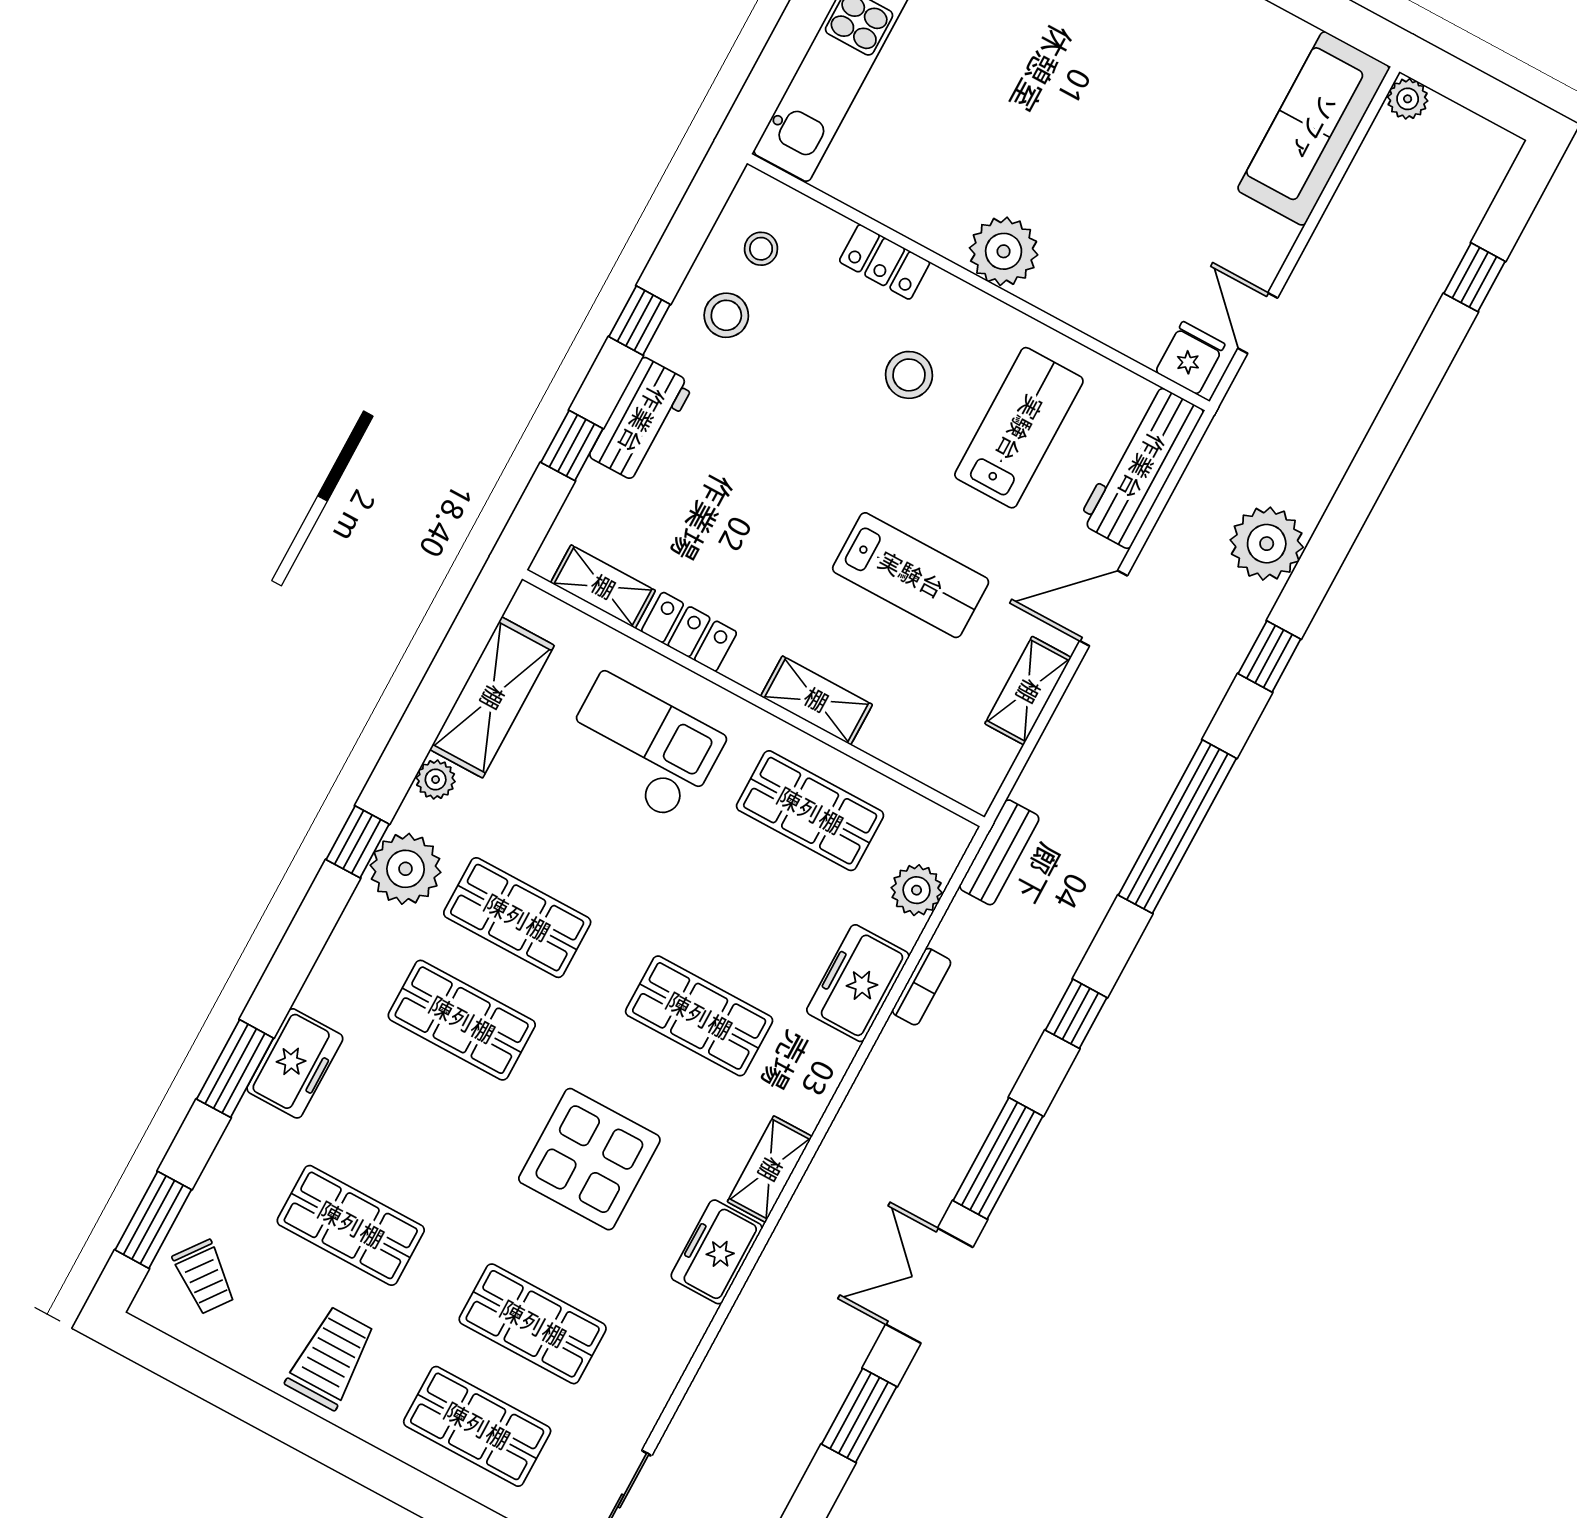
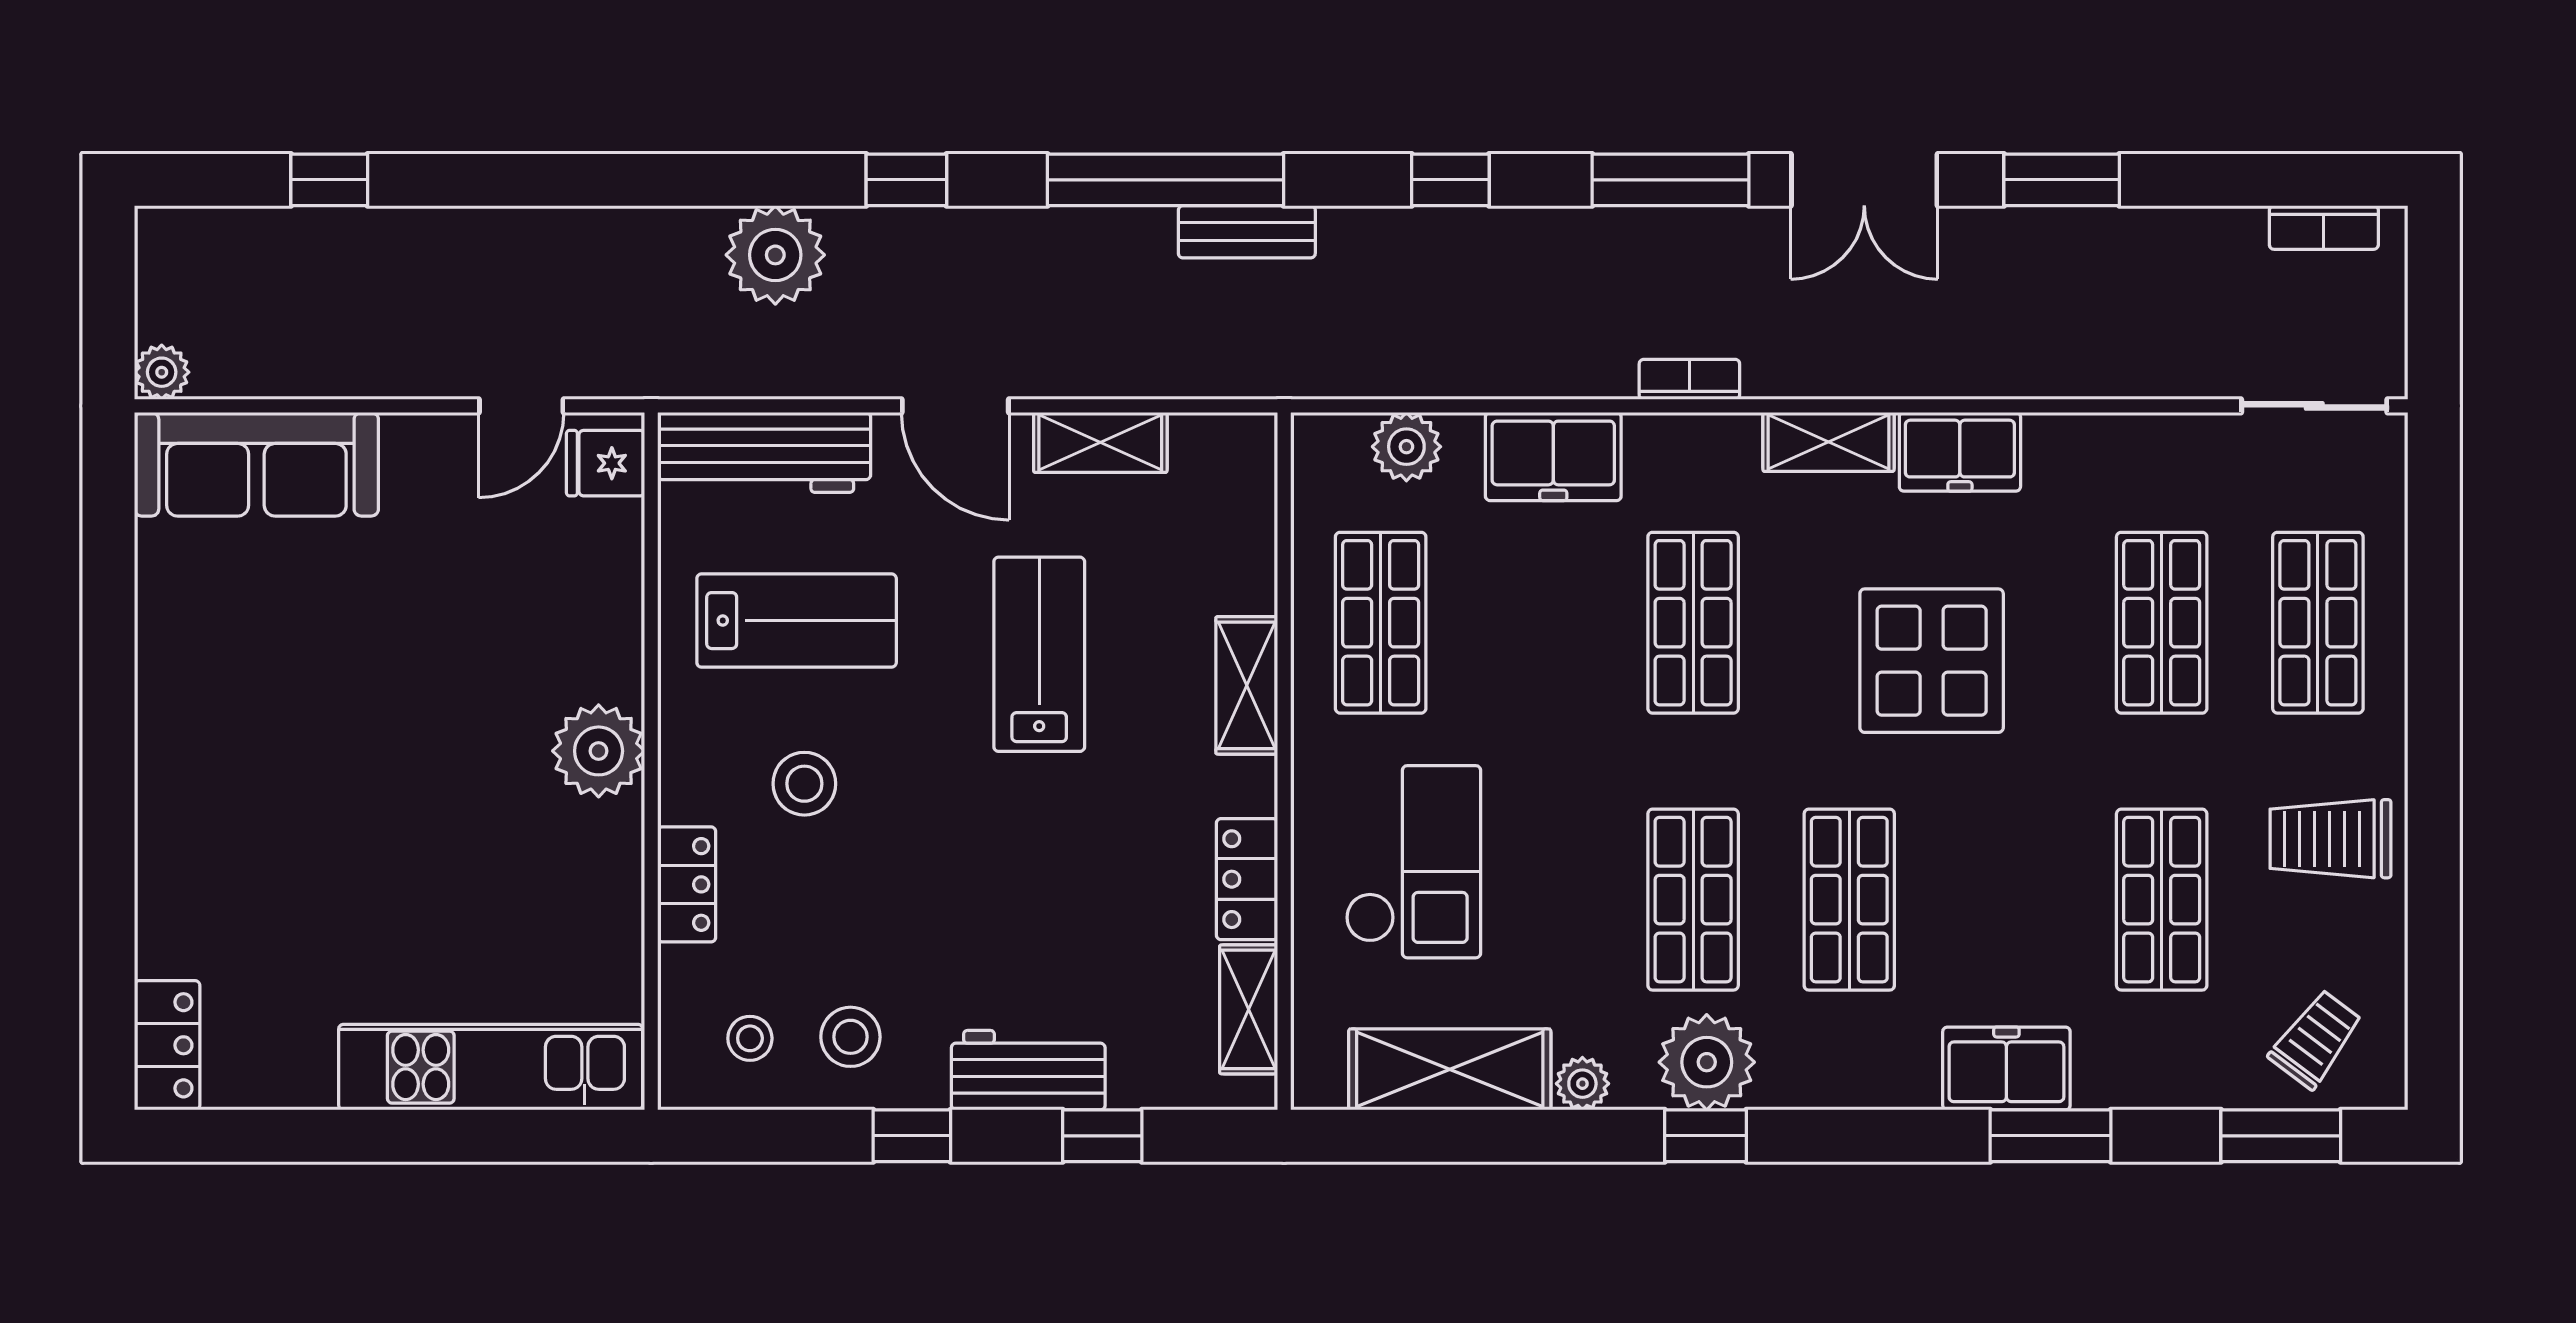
lab bench: (1019, 428) -> (797, 621), turned 180
checkout: (641, 747) -> (1413, 862), turned 180
bench: (999, 852) -> (1247, 232), moved
bookcase: (922, 987) -> (1689, 379), moved

